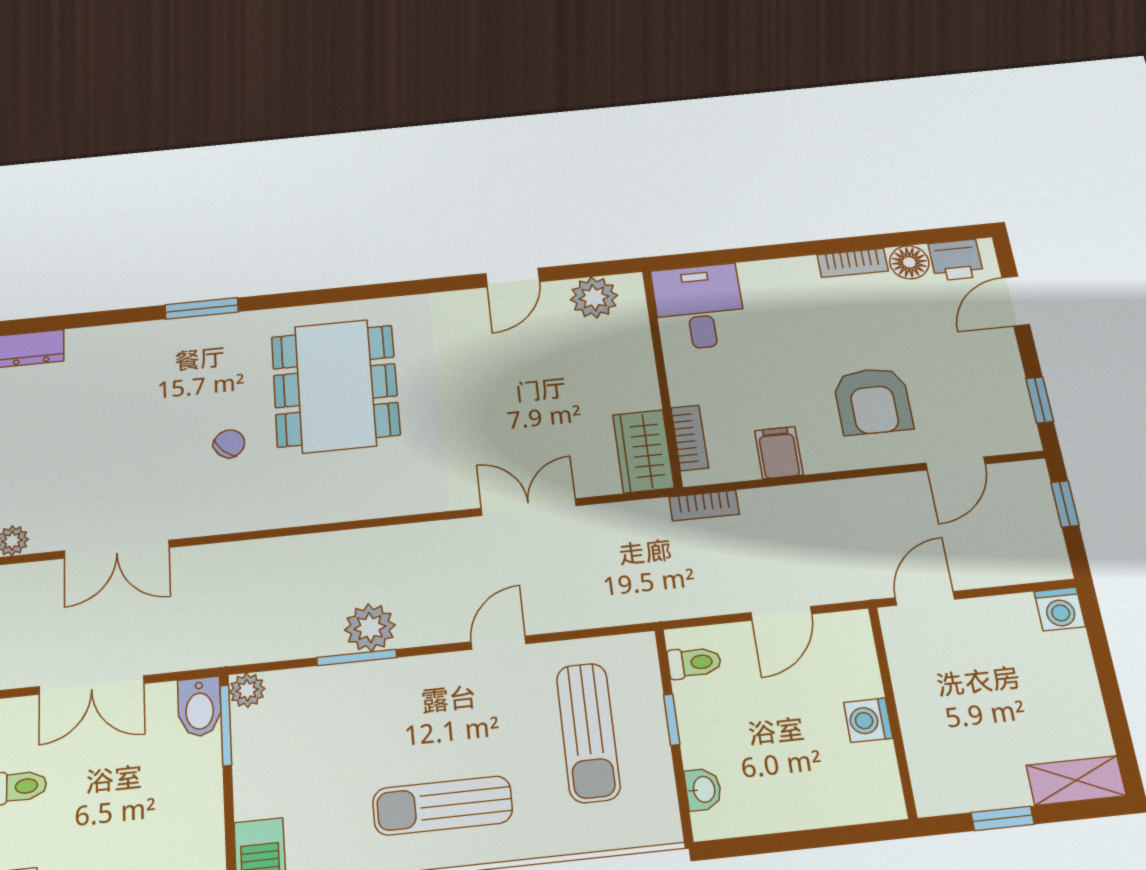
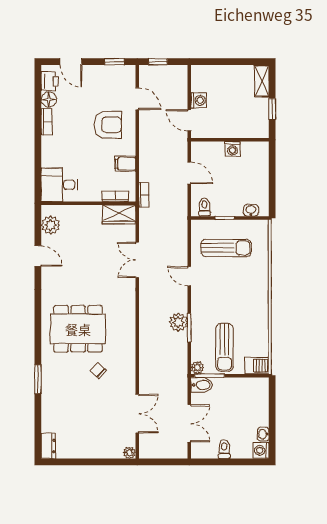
washing machine: (1060, 609) -> (199, 100), moved
sun lounger: (443, 806) -> (225, 347), moved

